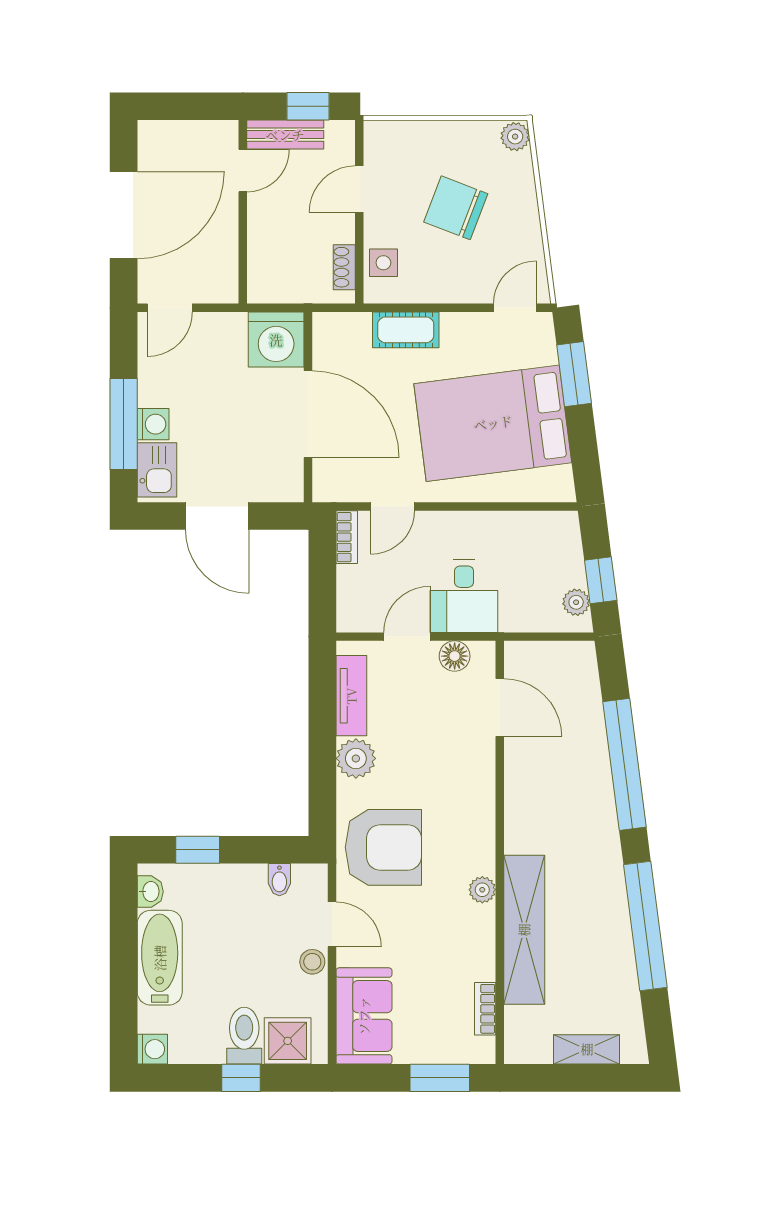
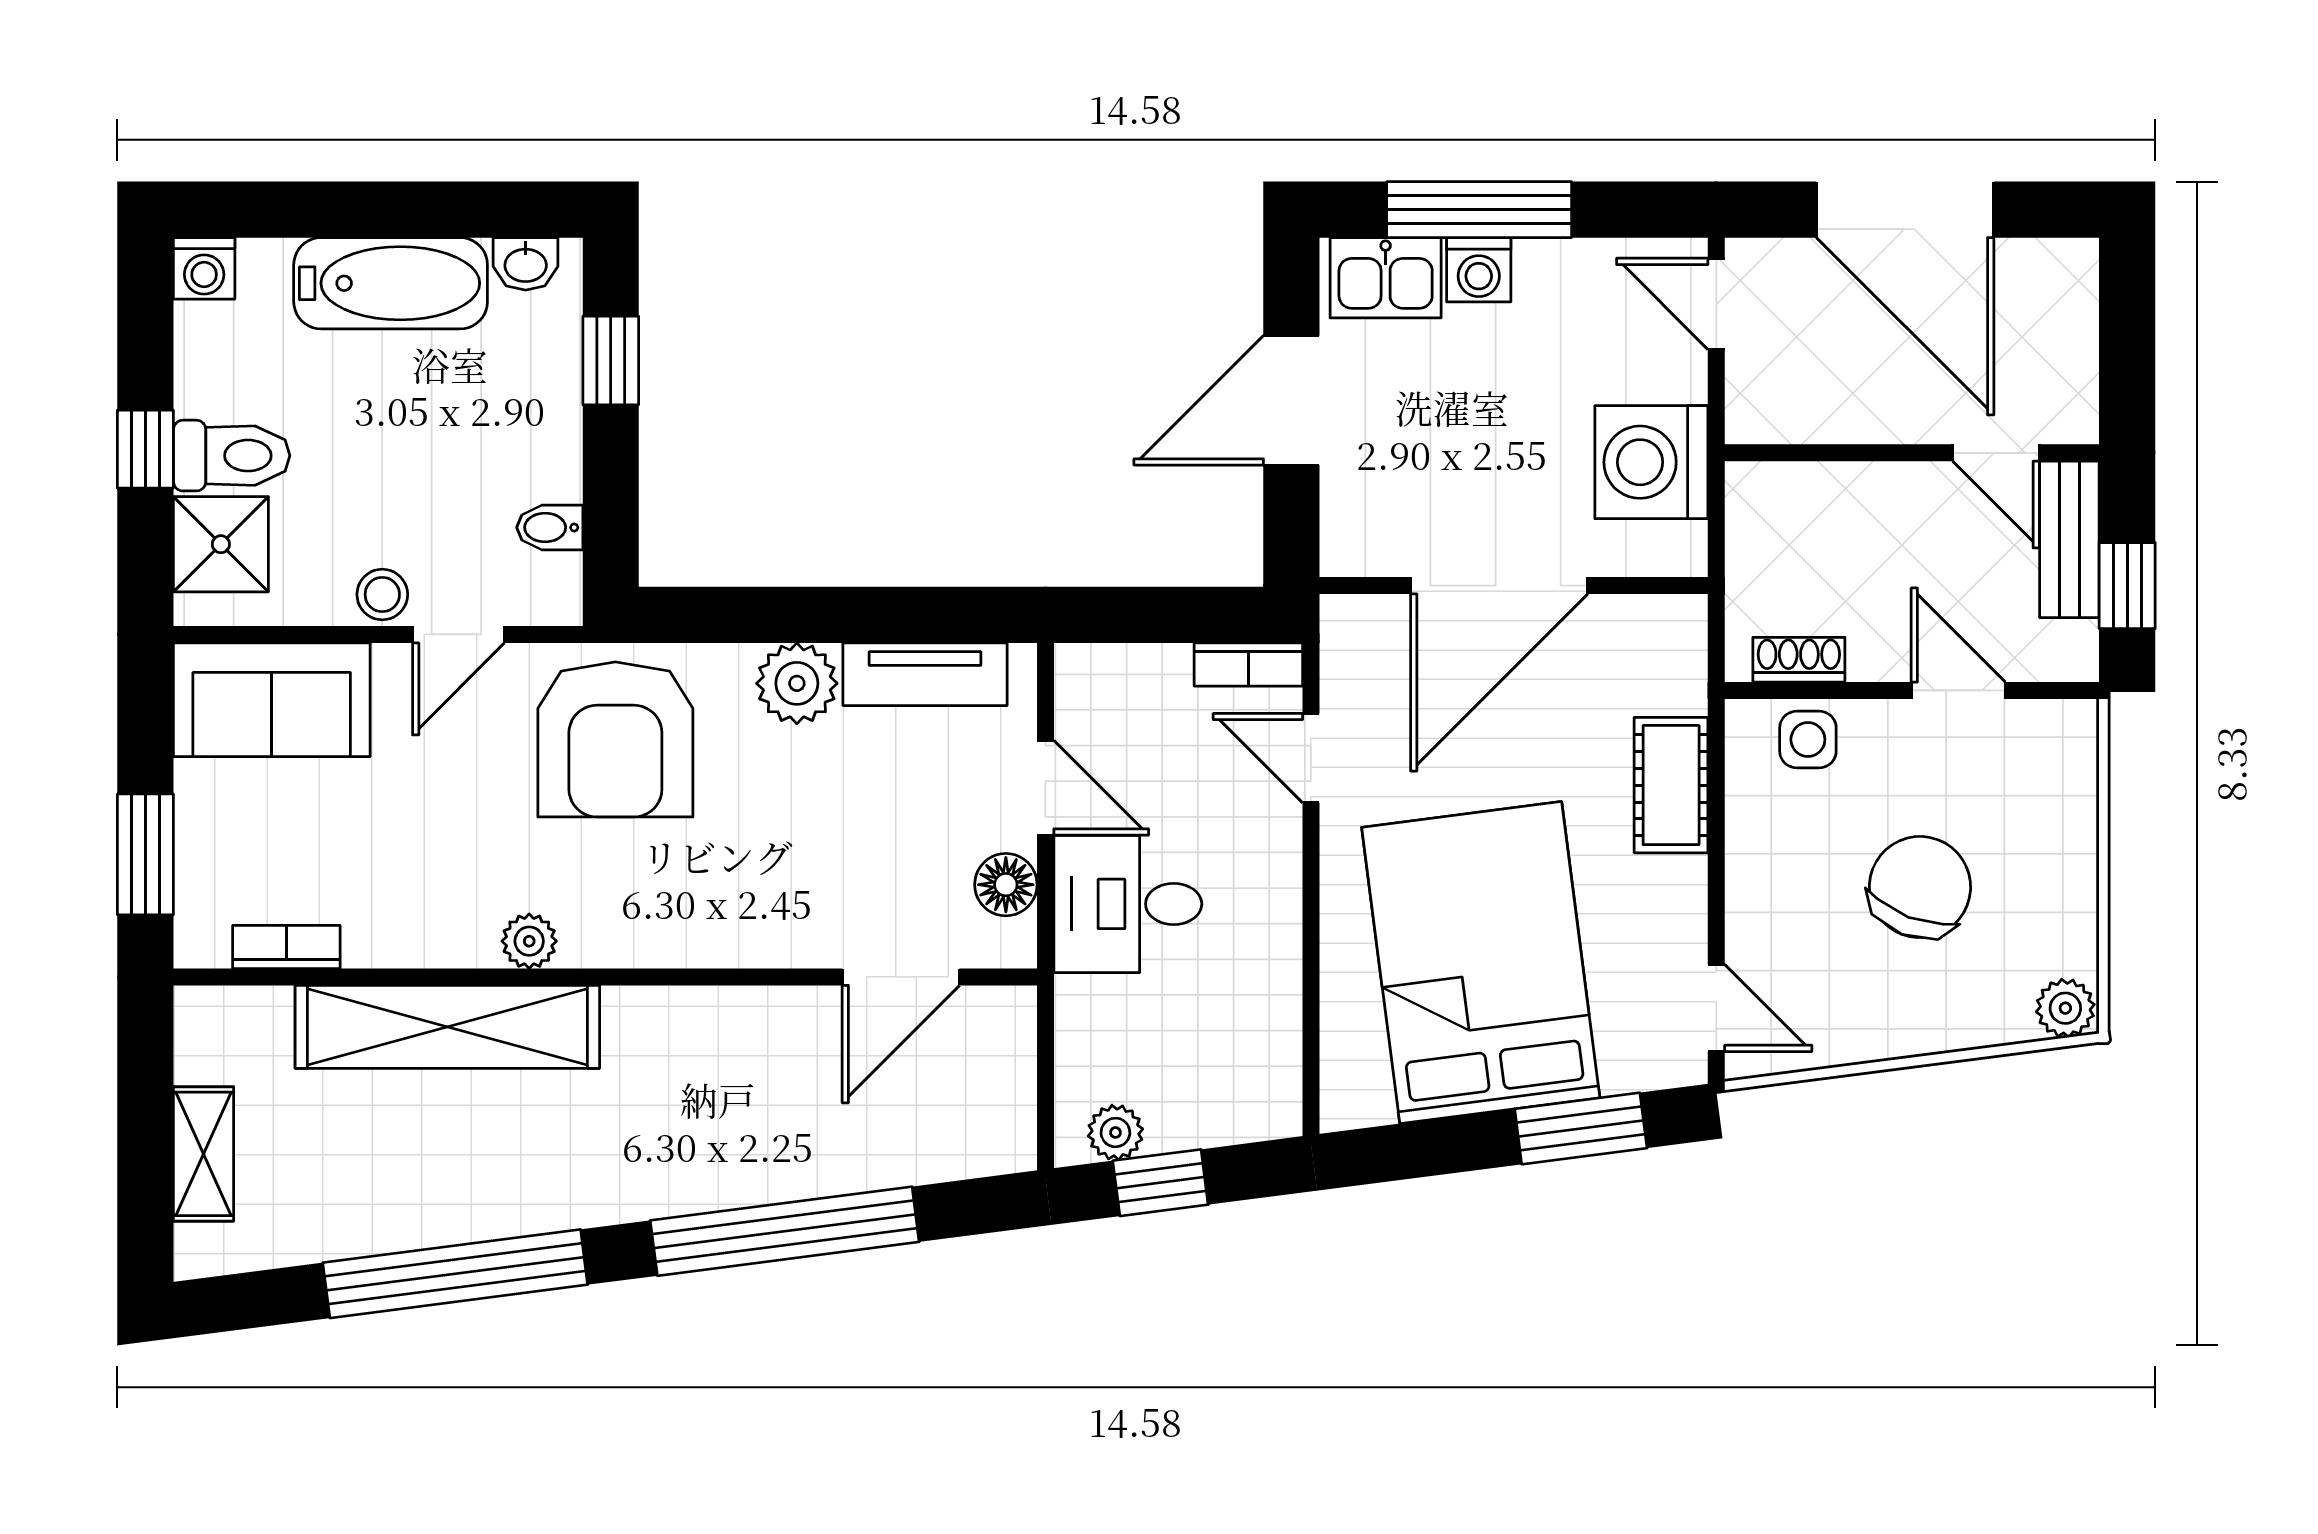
washing machine: (276, 340) -> (1651, 462), moved

